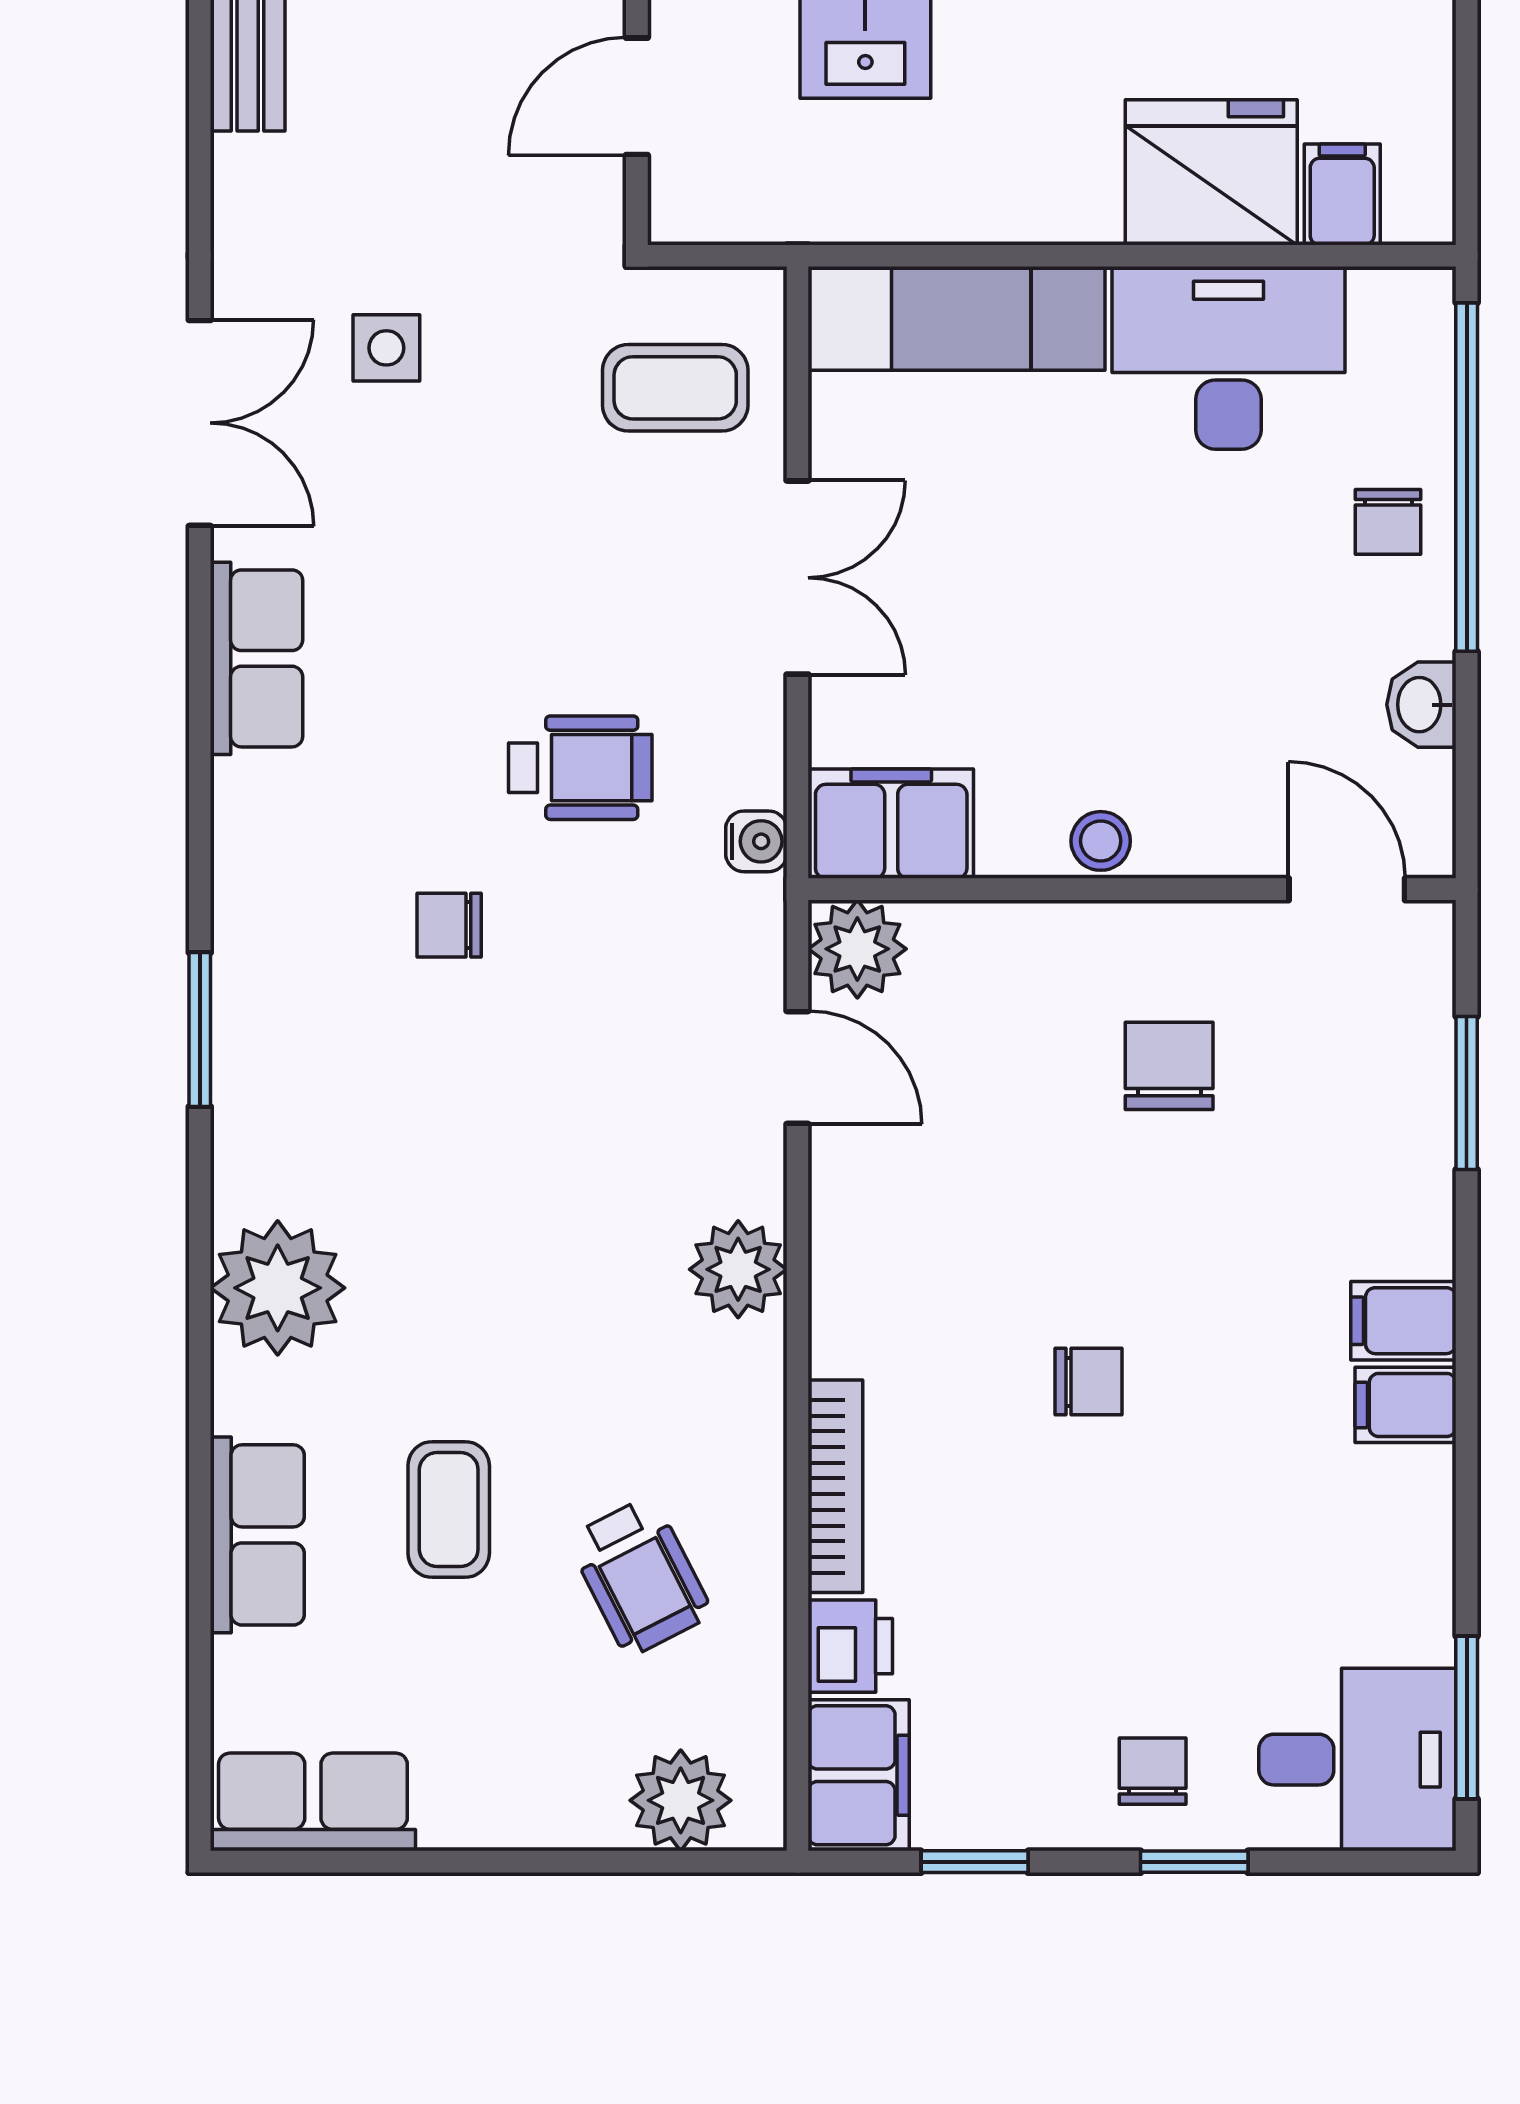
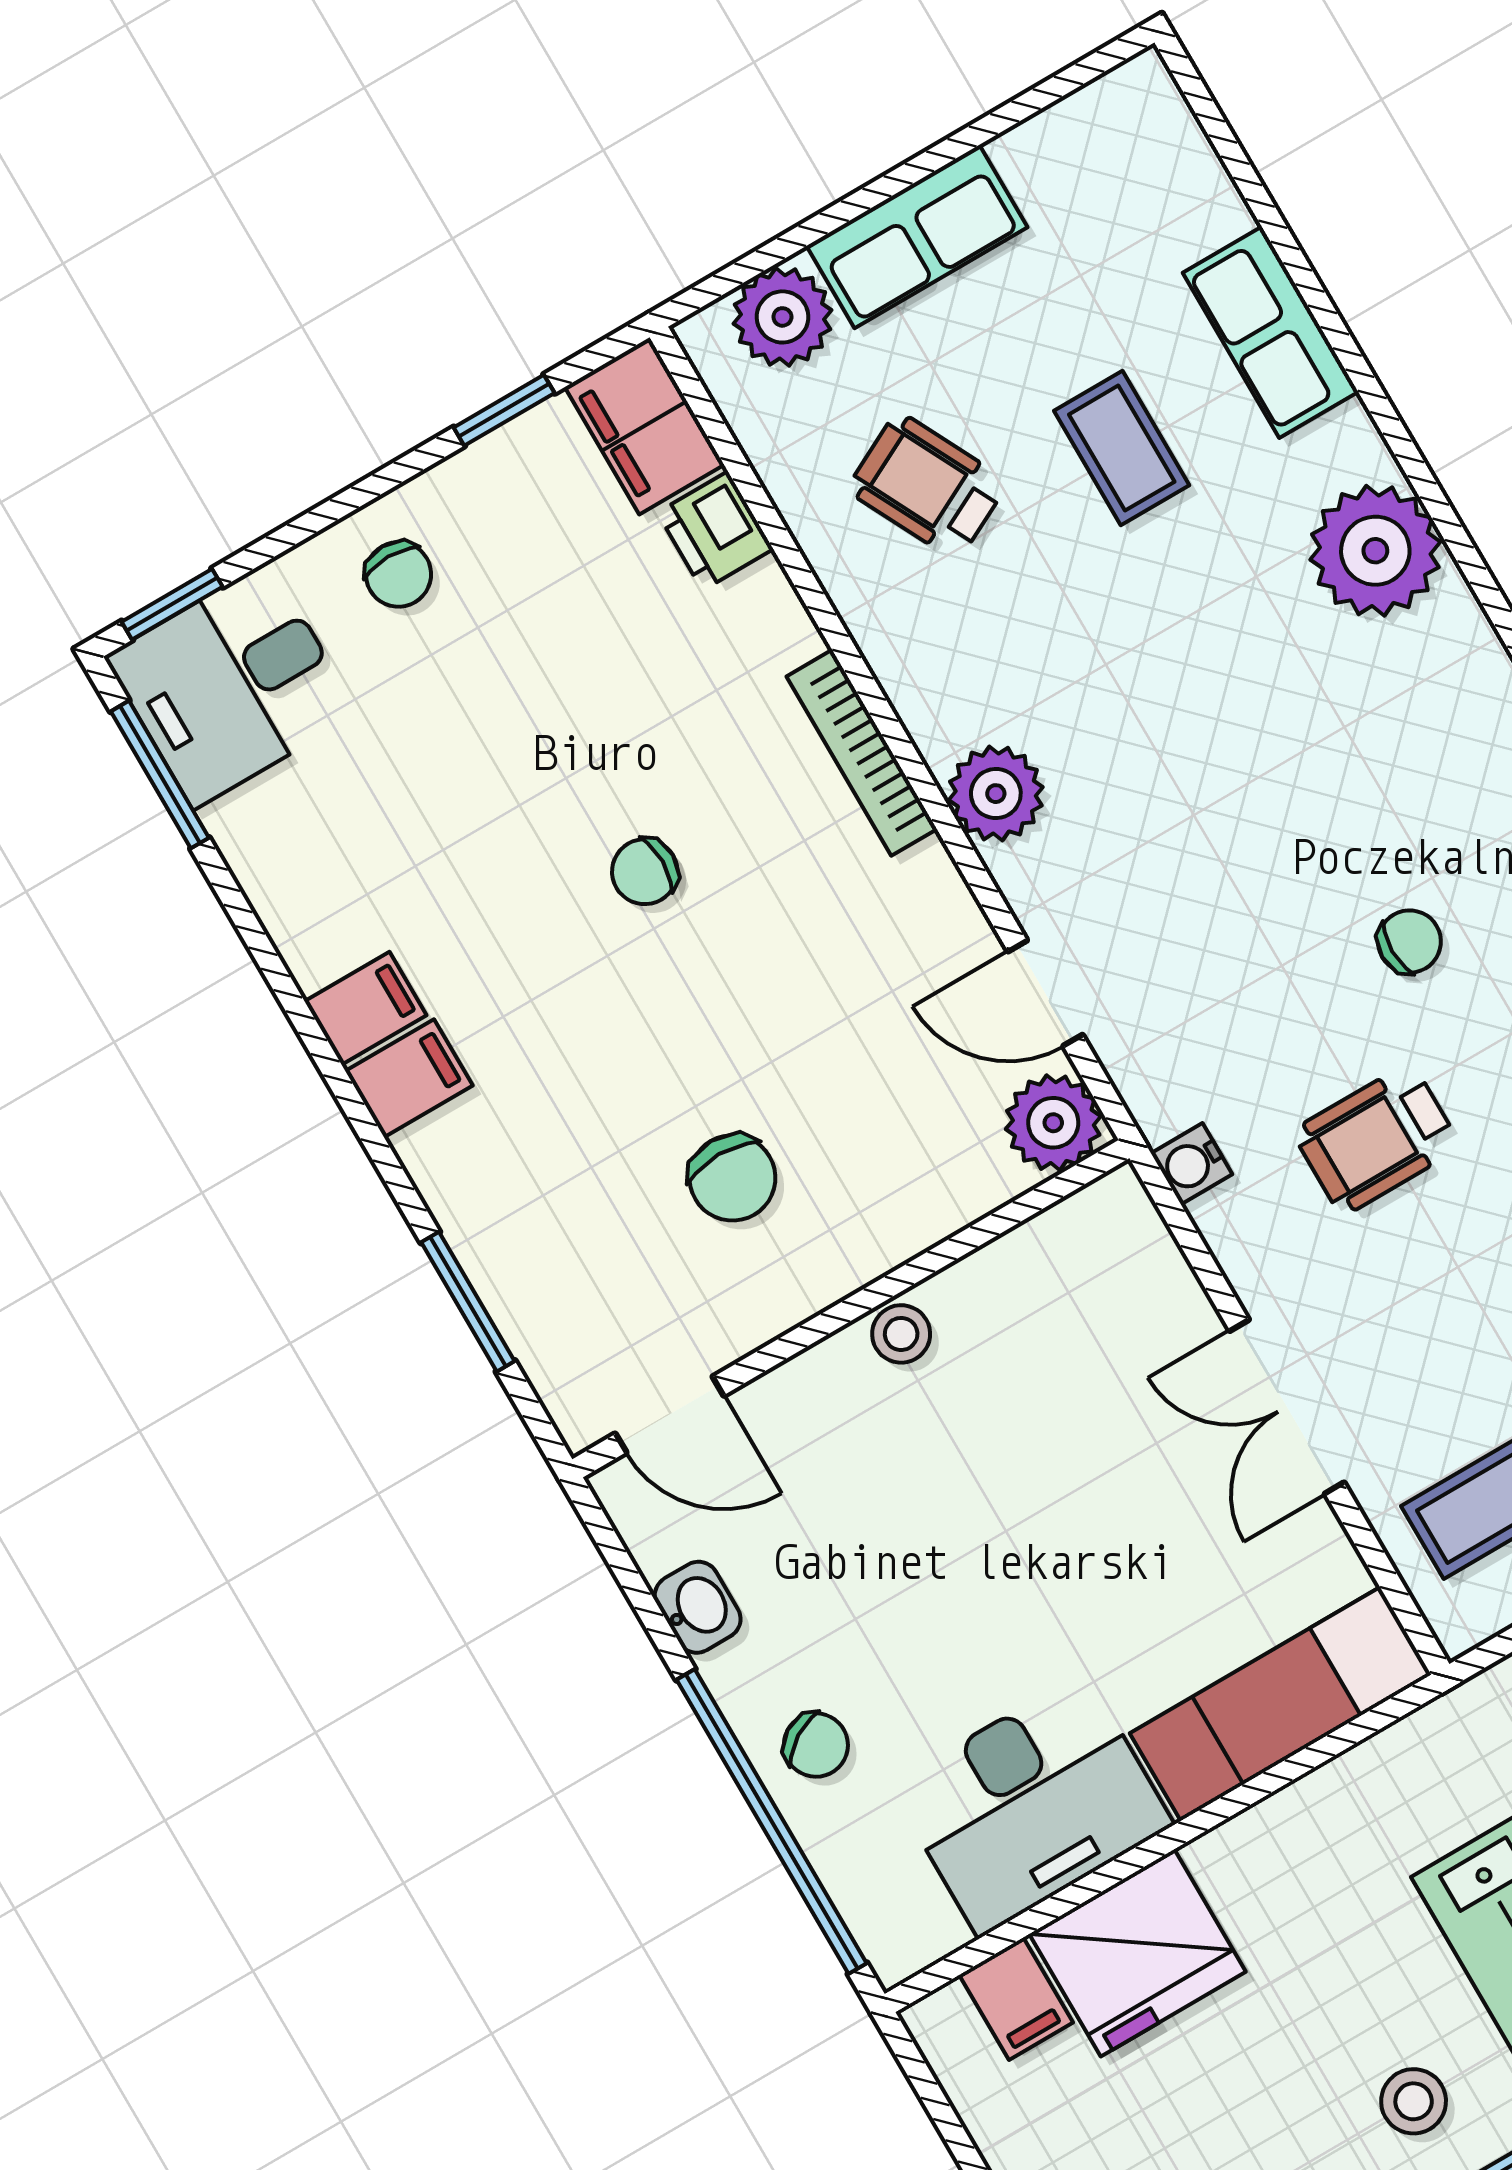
chair: (1388, 522) -> (816, 1745), turned 148
filing cabinet: (891, 824) -> (1086, 1245), removed
bookcase: (835, 1486) -> (862, 753), moved
row of seats: (313, 1802) -> (917, 237), moved
window: (1194, 1862) -> (172, 604), moved

